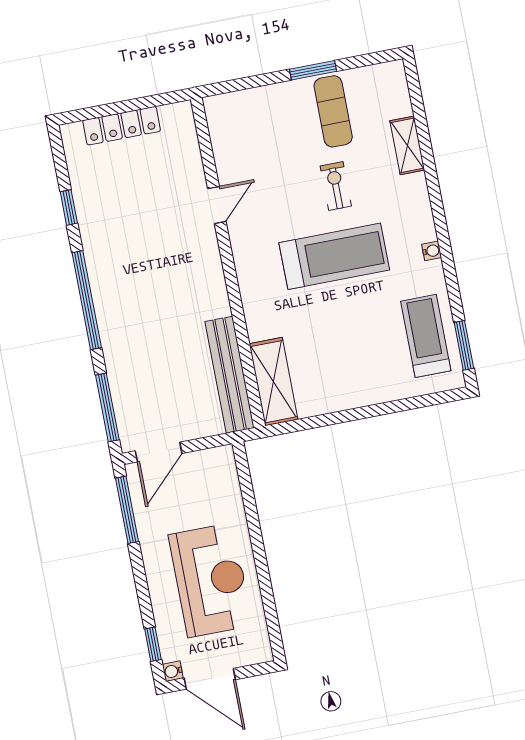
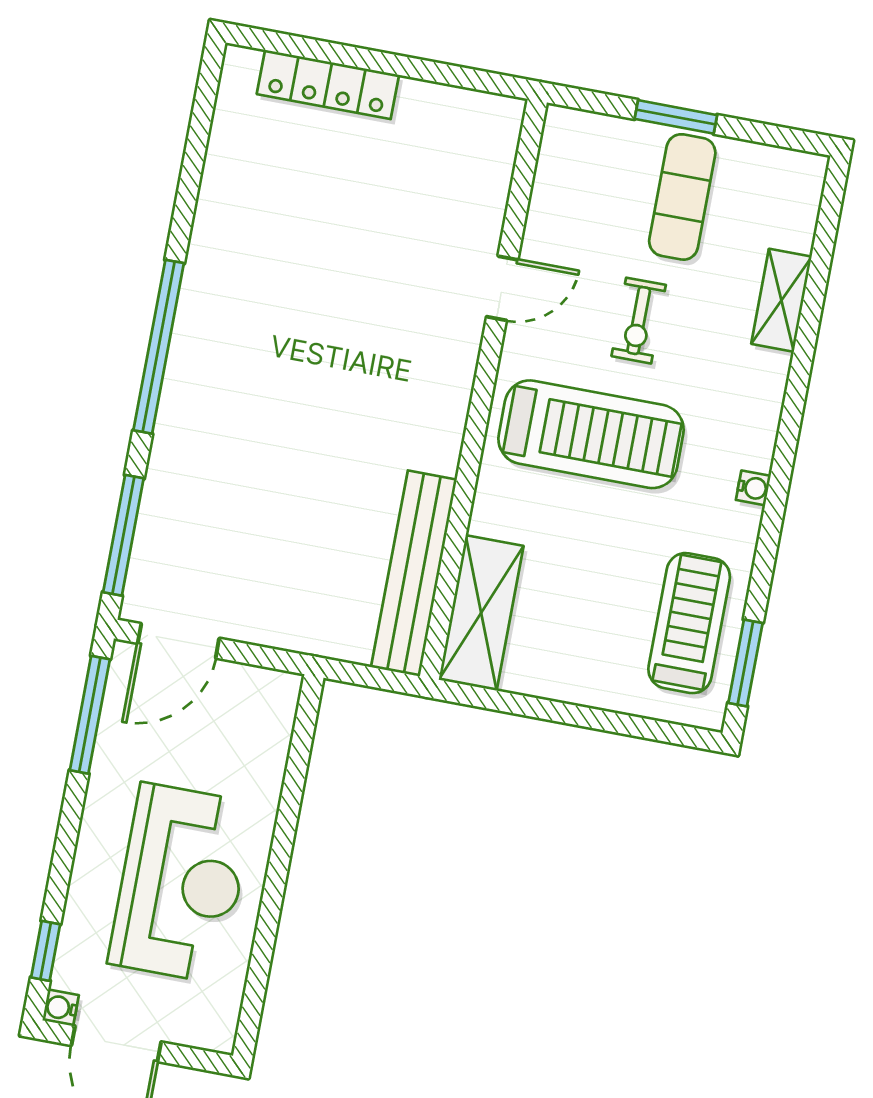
exercise bike: (336, 186) -> (639, 321), turned 180
door: (217, 205) -> (502, 288), moved
window: (69, 207) -> (189, 184), removed
wall: (228, 263) -> (483, 389), moved
bench: (230, 375) -> (414, 573), moved
shelving: (273, 382) -> (481, 613), moved

